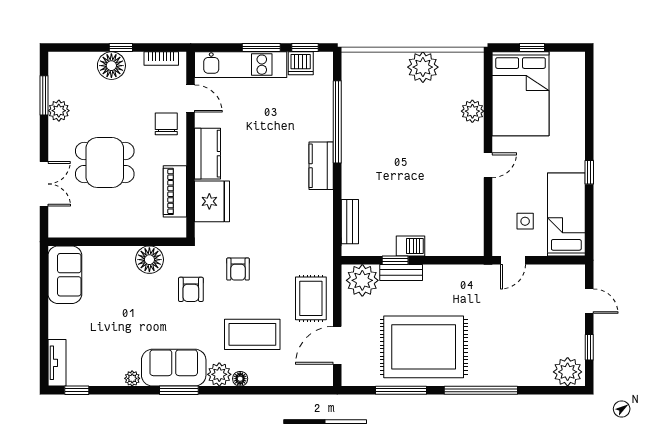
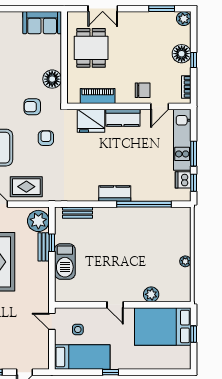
plant: (423, 67) -> (185, 261), width x0.53, depth x0.53
plant: (59, 111) -> (184, 19), moved
dining table: (105, 163) -> (91, 48), moved
barbecue: (411, 246) -> (65, 261), width x1.88, depth x1.53
armchair: (238, 269) -> (46, 138), turned 90

